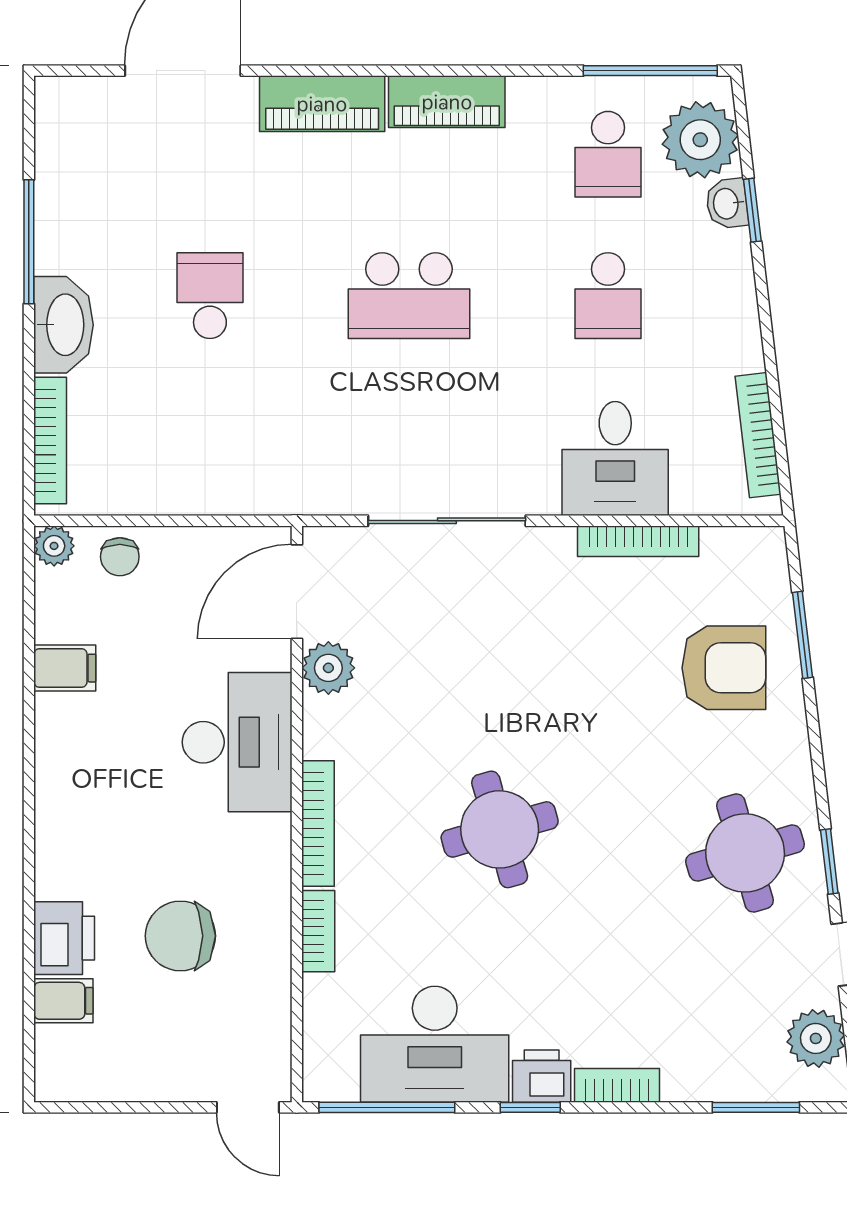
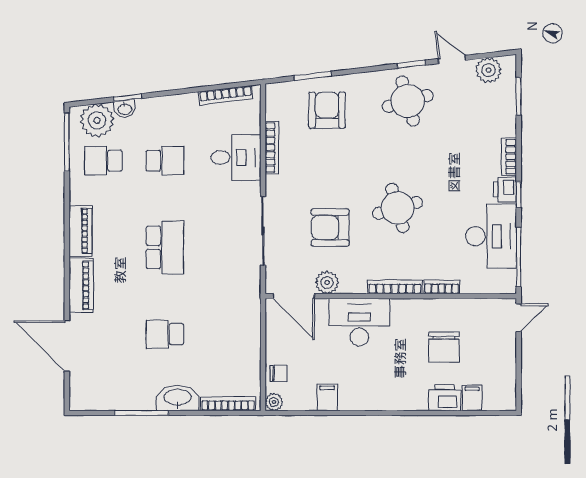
school desk: (608, 154) -> (103, 161), turned 180
armchair: (455, 675) -> (330, 228), added

